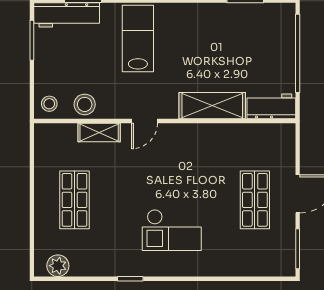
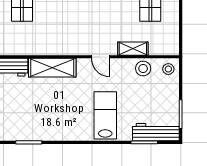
lab bench: (138, 39) -> (105, 115), turned 180
door: (144, 121) -> (101, 57), swing flipped

